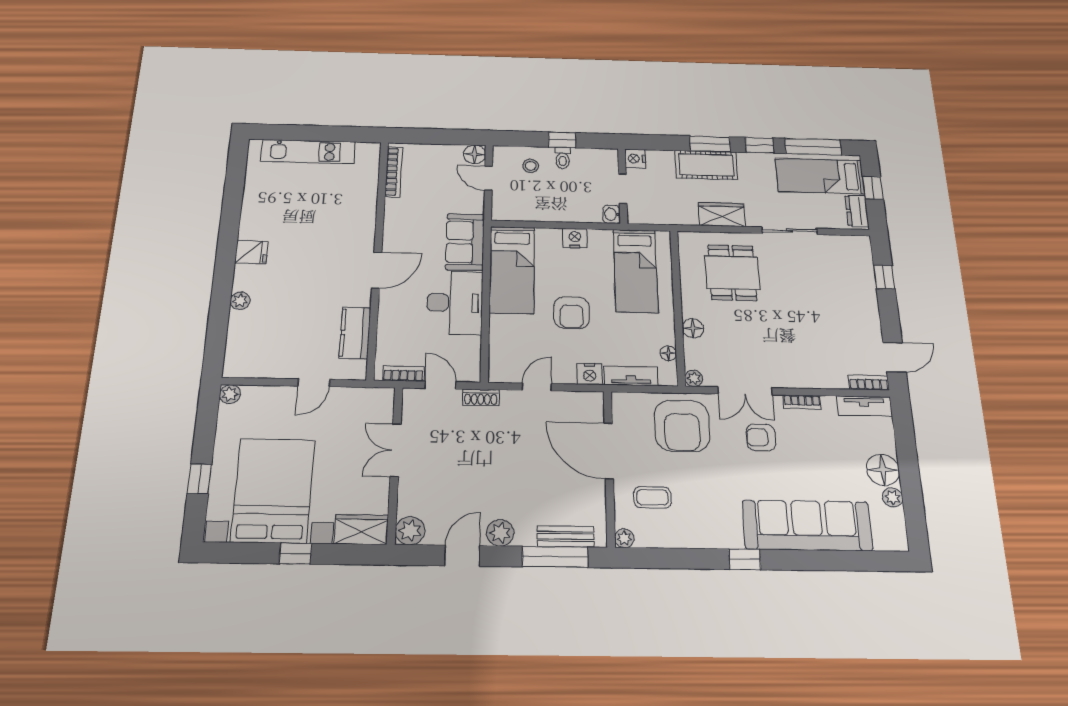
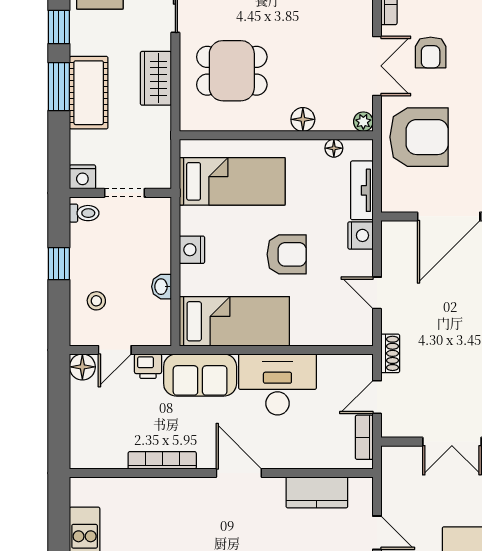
toilet: (563, 158) -> (84, 213), moved
bookcase: (394, 172) -> (162, 460), moved
printer: (474, 202) -> (148, 366), added
washbasin: (612, 214) -> (162, 287), moved, turned 90

